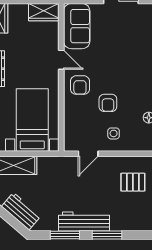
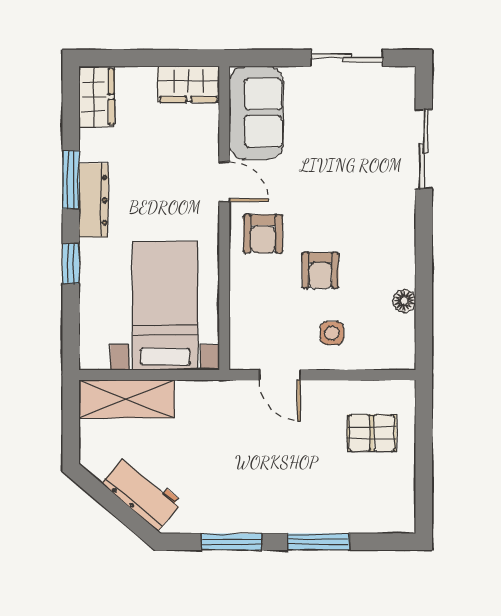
door: (88, 154) -> (280, 375), hinge flipped
workbench: (84, 221) -> (271, 514), removed

